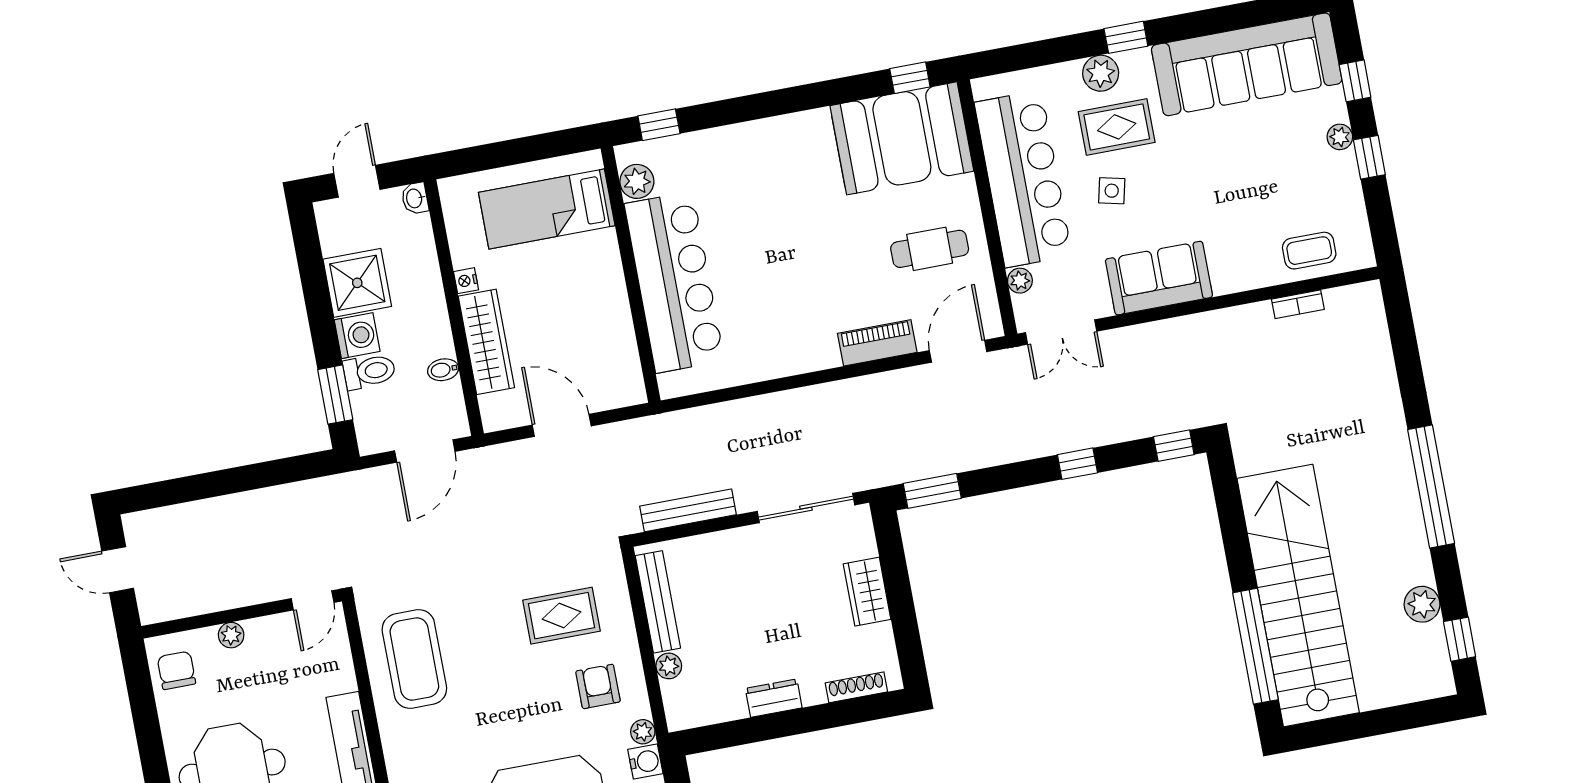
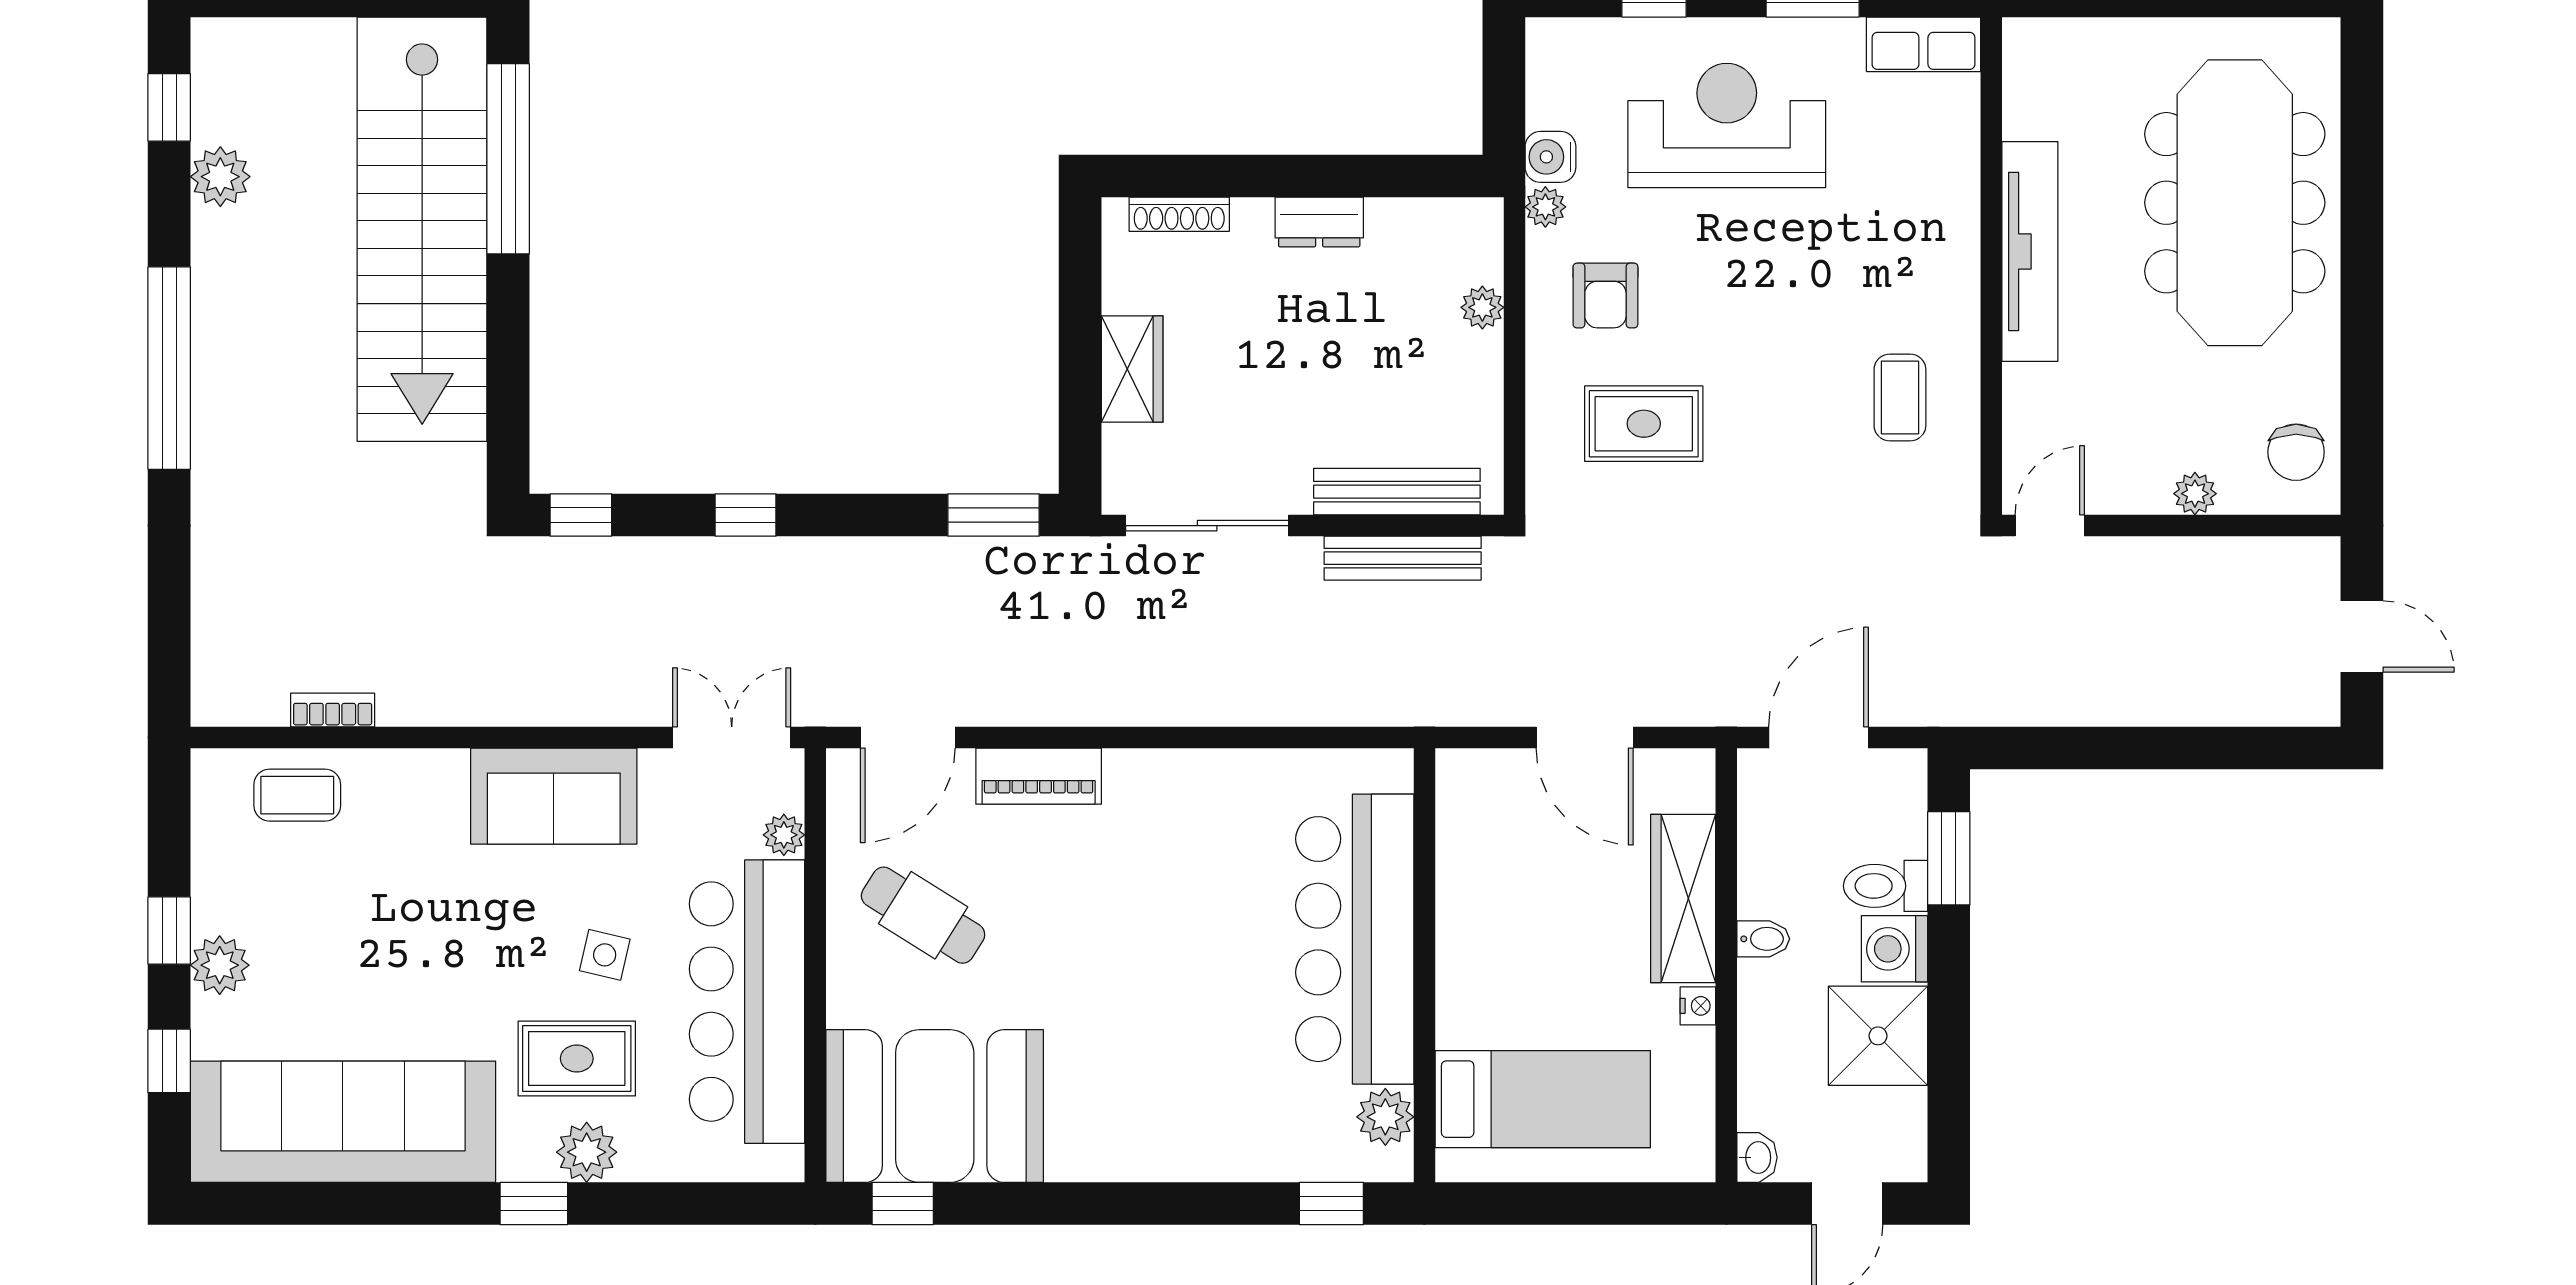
plant: (1340, 137) -> (220, 965), width x1.38, depth x1.38
cafe table: (930, 249) -> (923, 915), turned 32
bidet: (443, 370) -> (1763, 939), moved
bench: (658, 602) -> (1397, 492), moved, turned 90
coffee table: (414, 659) -> (1900, 397), width x0.54, depth x0.58

